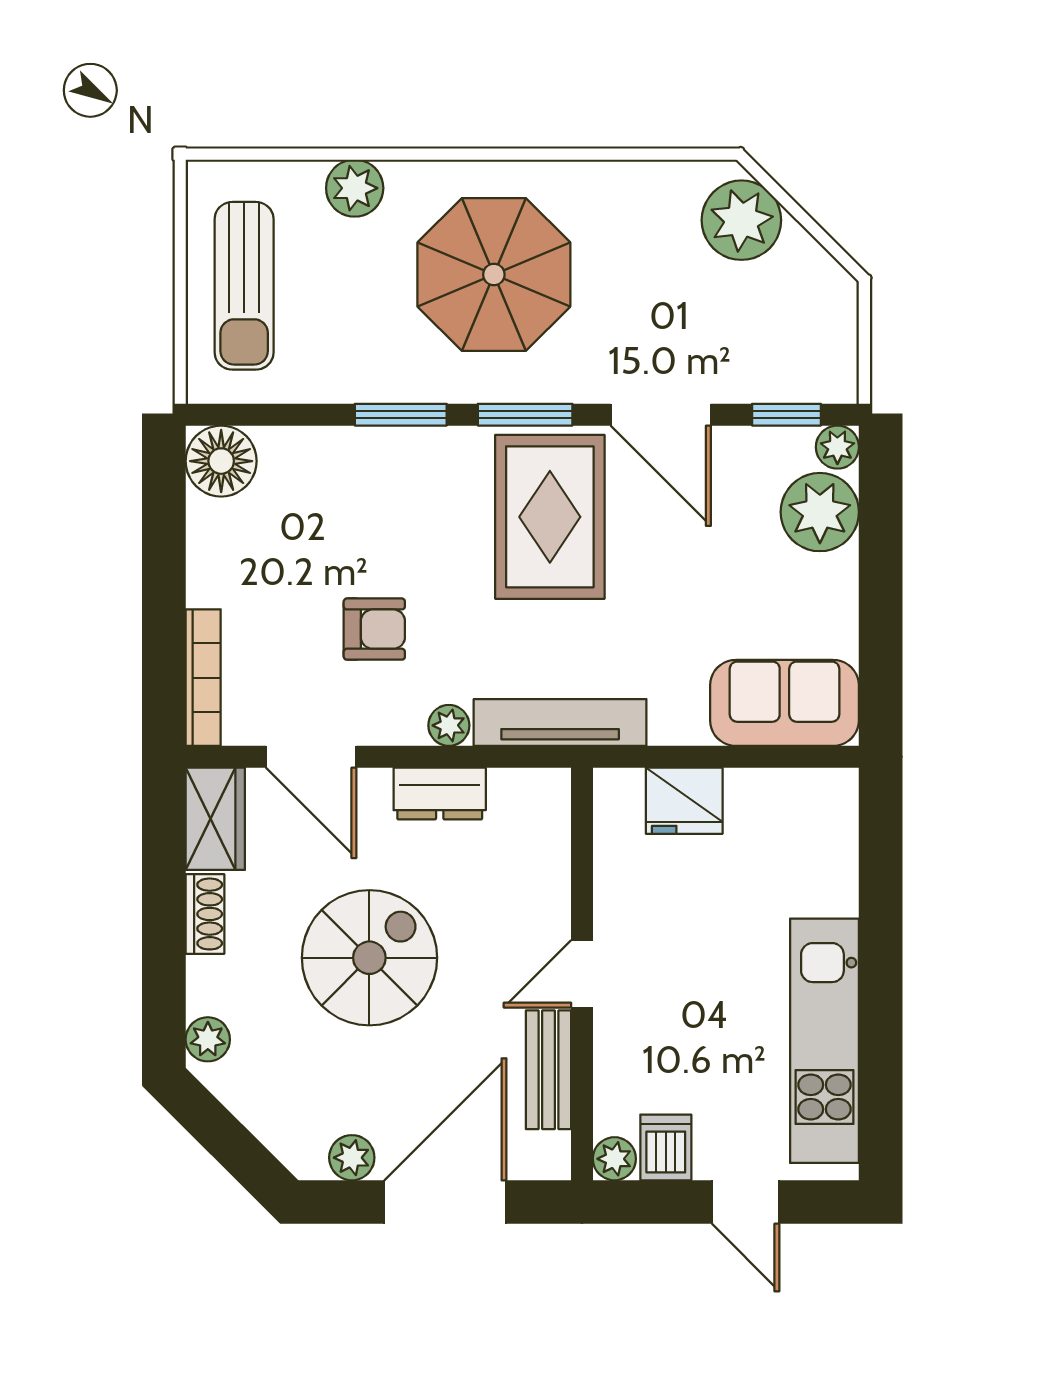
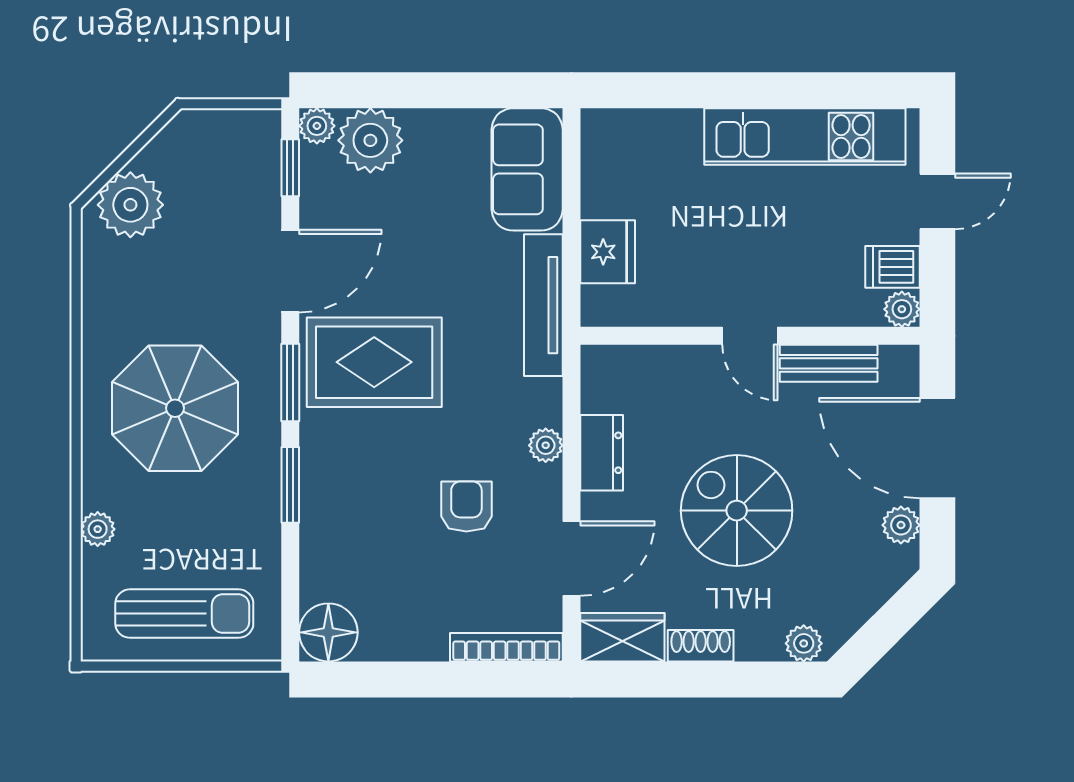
plant: (355, 188) -> (98, 529), width x0.73, depth x0.73
tv unit: (560, 723) -> (543, 305), moved

